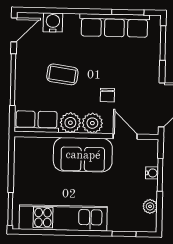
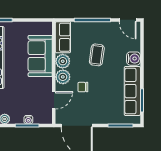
water cooler: (53, 22) -> (133, 59), moved
sofa: (83, 155) -> (40, 56), moved

